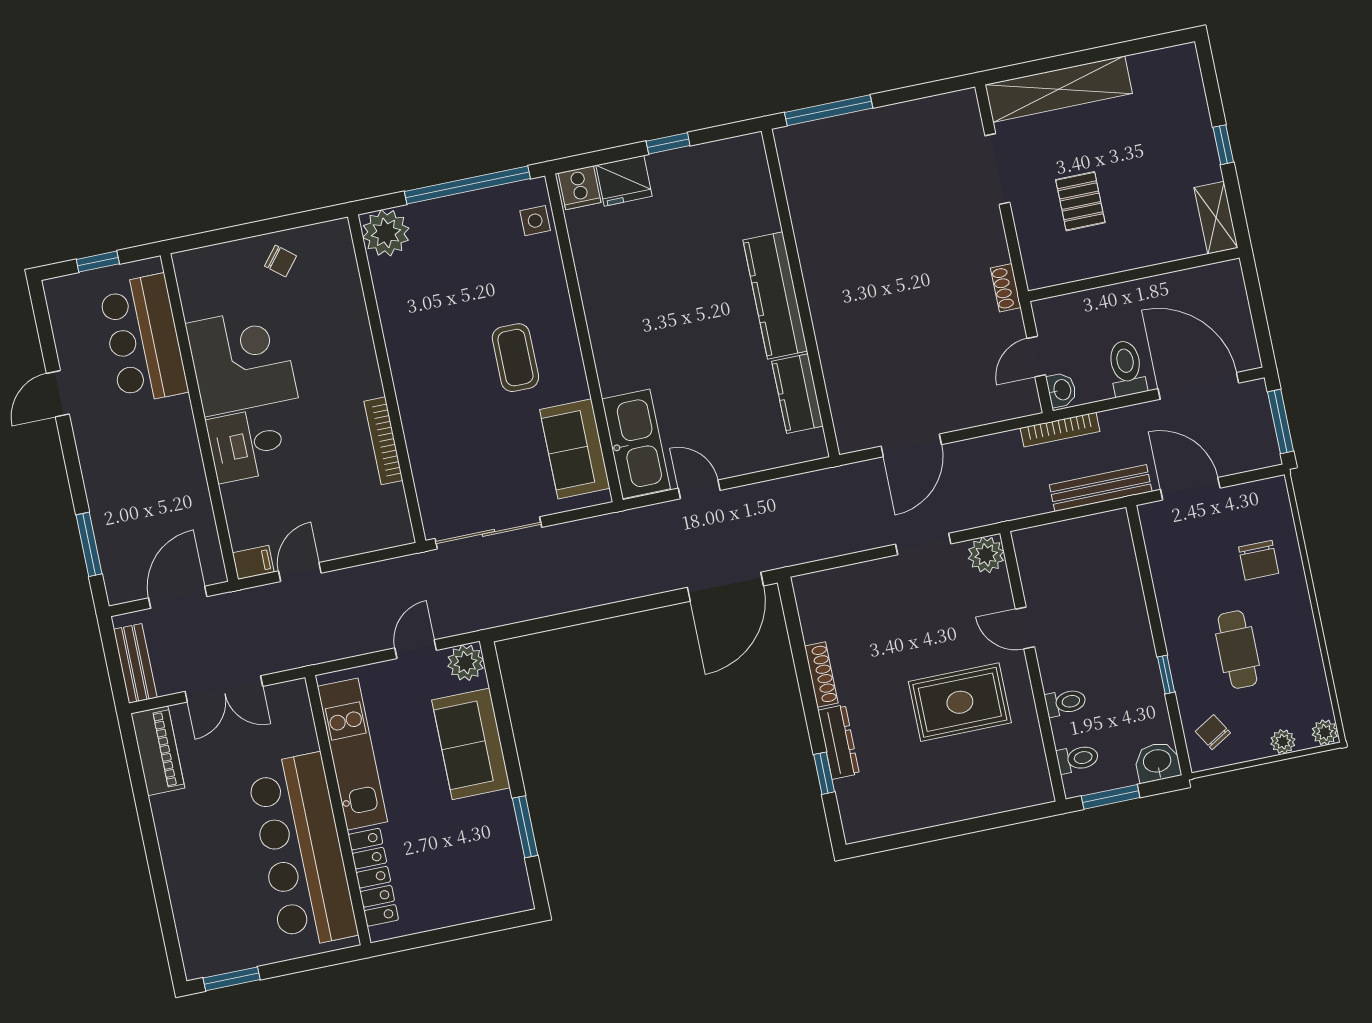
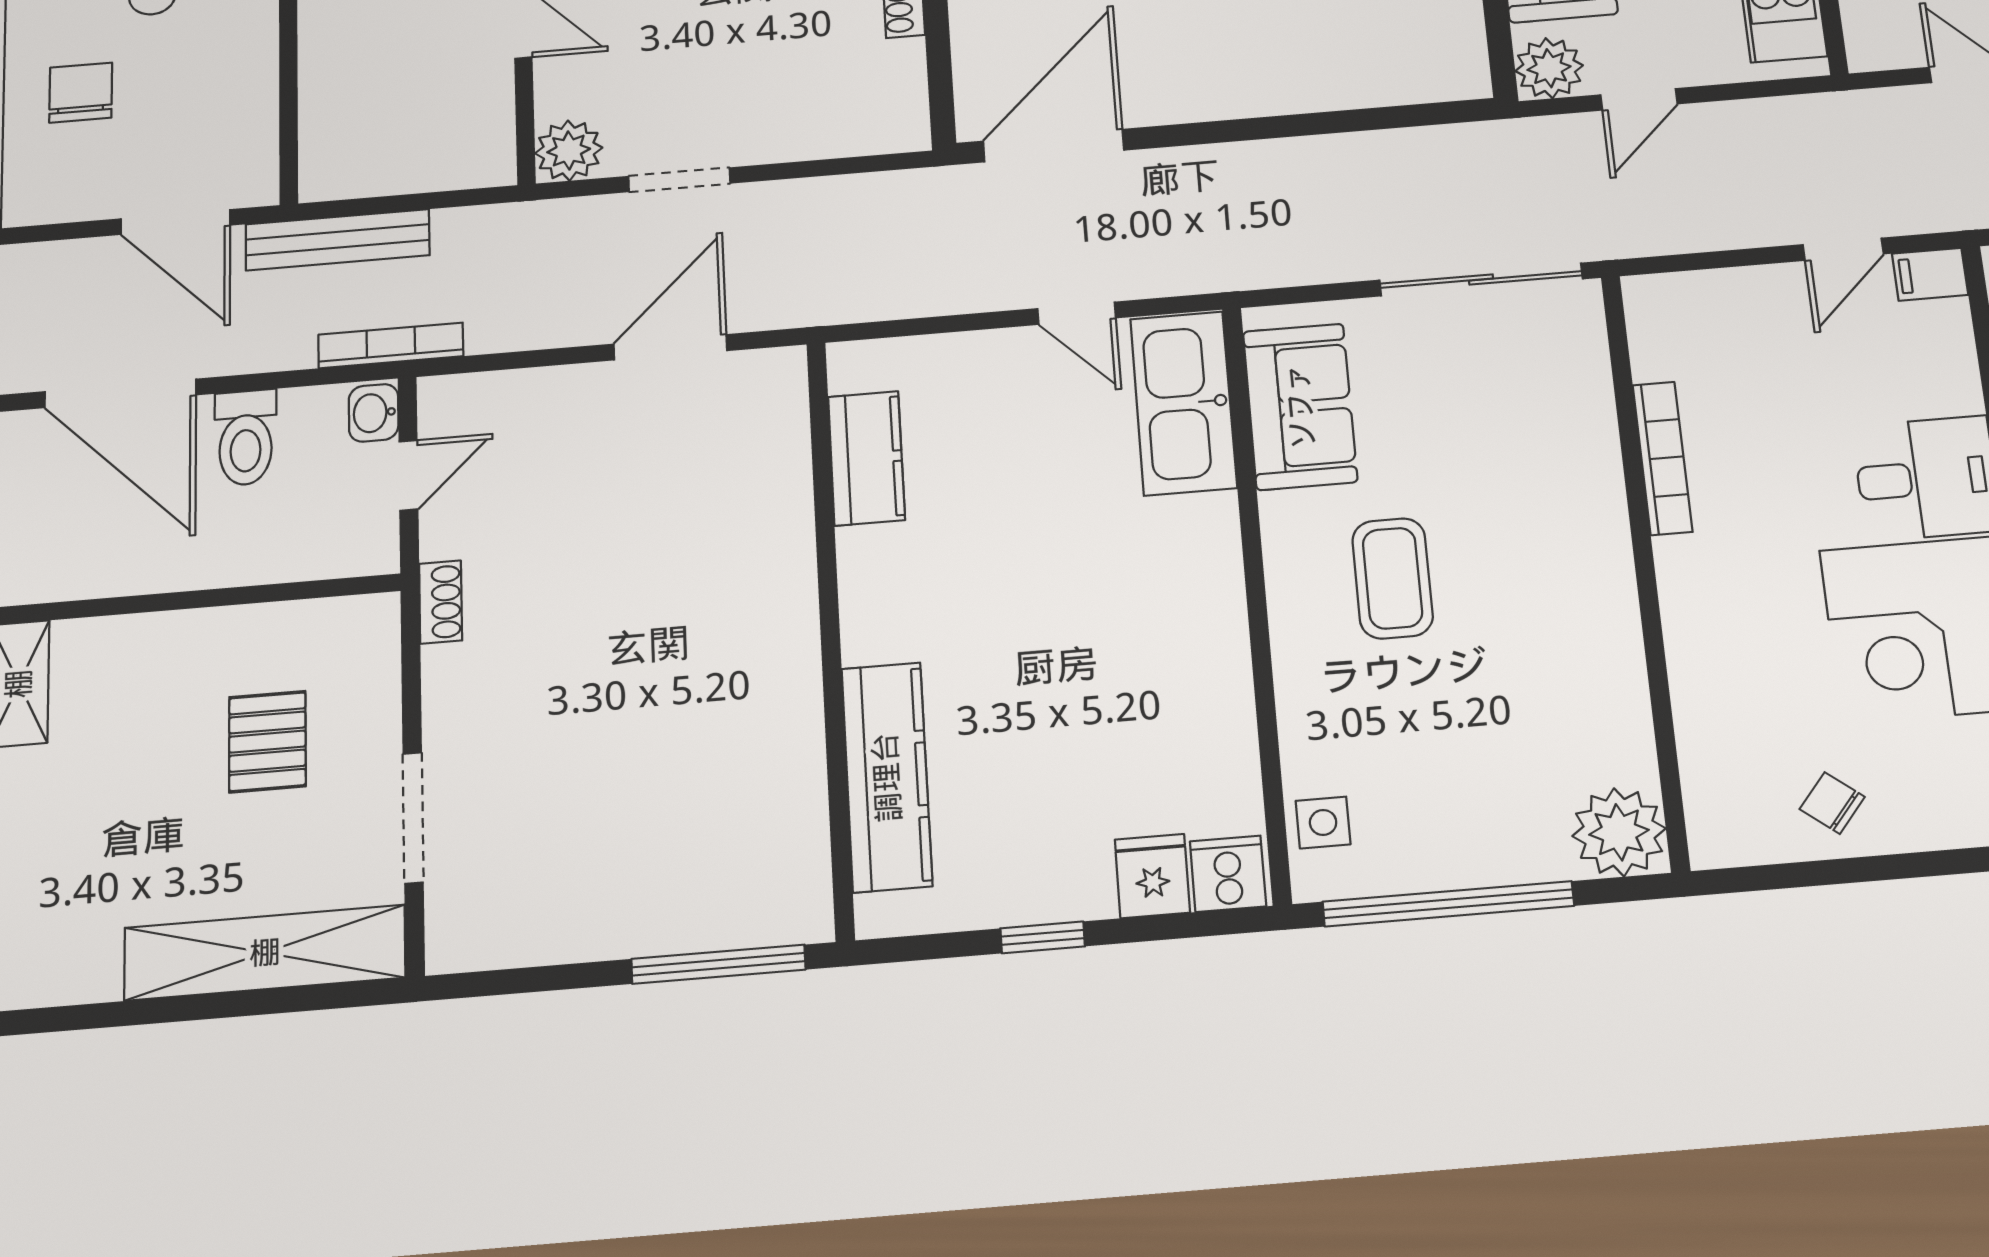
fridge: (624, 181) -> (1152, 876), width x0.72
kitchen counter: (775, 295) -> (887, 777), moved

